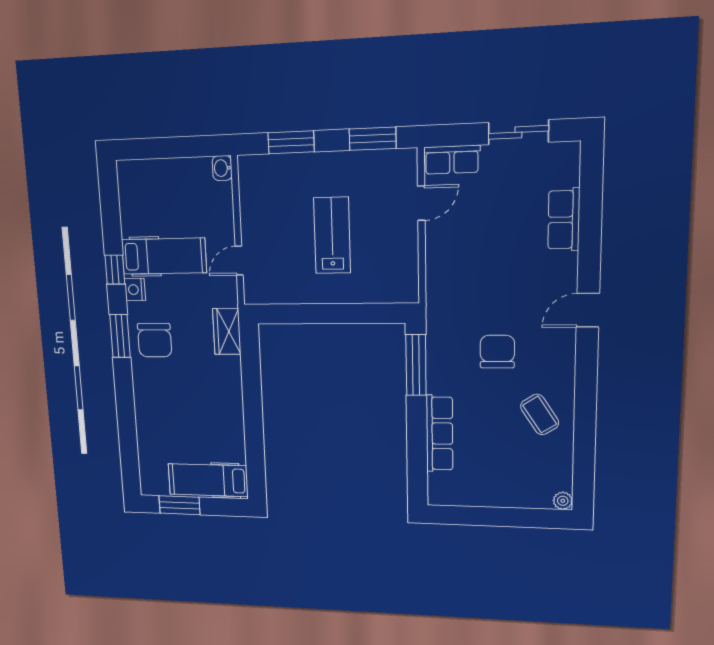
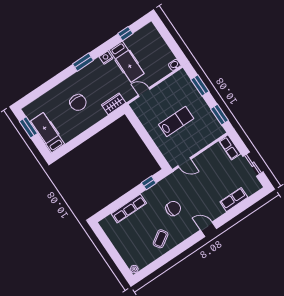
door: (421, 203) -> (184, 163), moved
window: (115, 270) -> (125, 34), moved
chair: (155, 340) -> (78, 103), moved, turned -90
window: (416, 365) -> (149, 183), width x0.46

